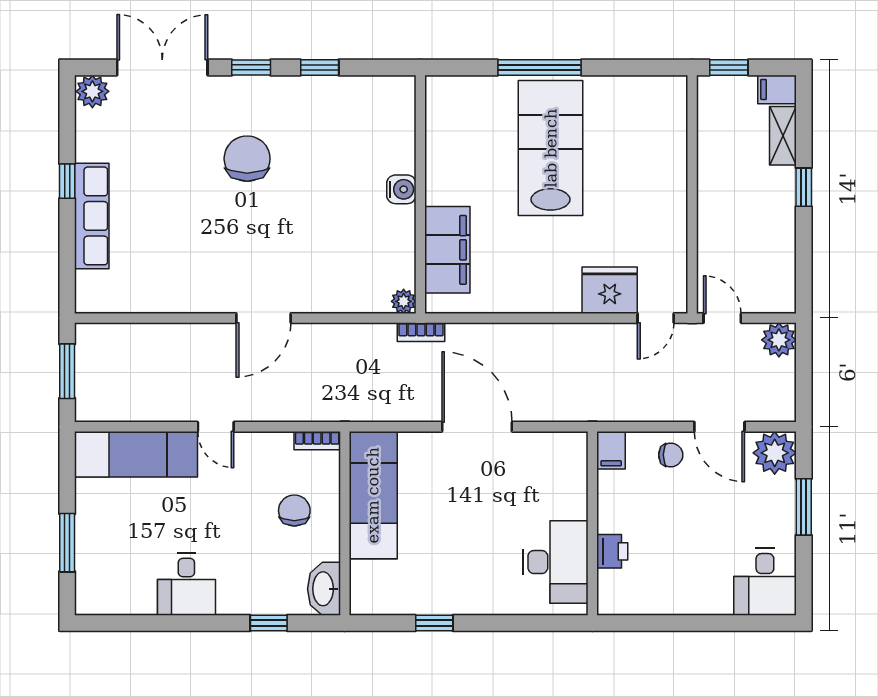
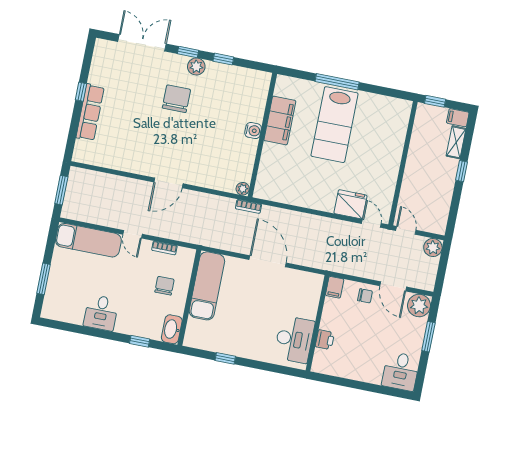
plant: (92, 91) -> (196, 67), moved
lab bench: (551, 148) -> (335, 125), turned 180
filing cabinet: (447, 250) -> (280, 121), moved
door: (656, 318) -> (371, 223), swing flipped
bookcase: (317, 441) -> (164, 248), moved

